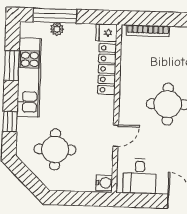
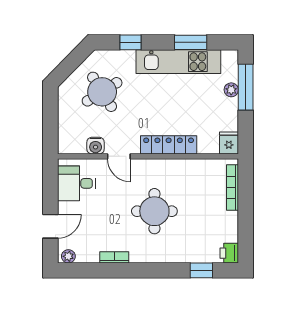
locker: (107, 69) -> (169, 145), moved
round table: (55, 149) -> (102, 92), turned -32
water cooler: (104, 183) -> (96, 146), moved

